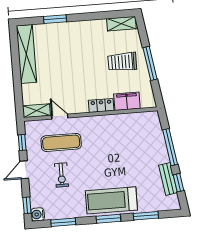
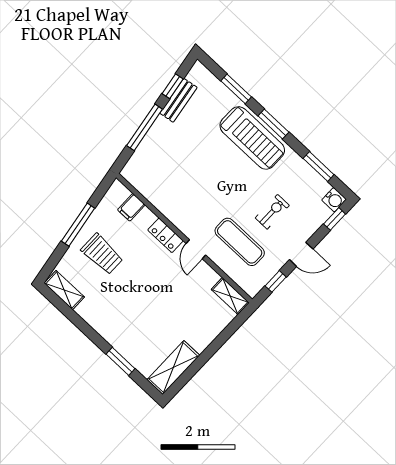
shelving: (26, 54) -> (173, 368), width x0.68
filing cabinet: (127, 101) -> (131, 207), width x0.50
door: (60, 117) -> (196, 249), moved

